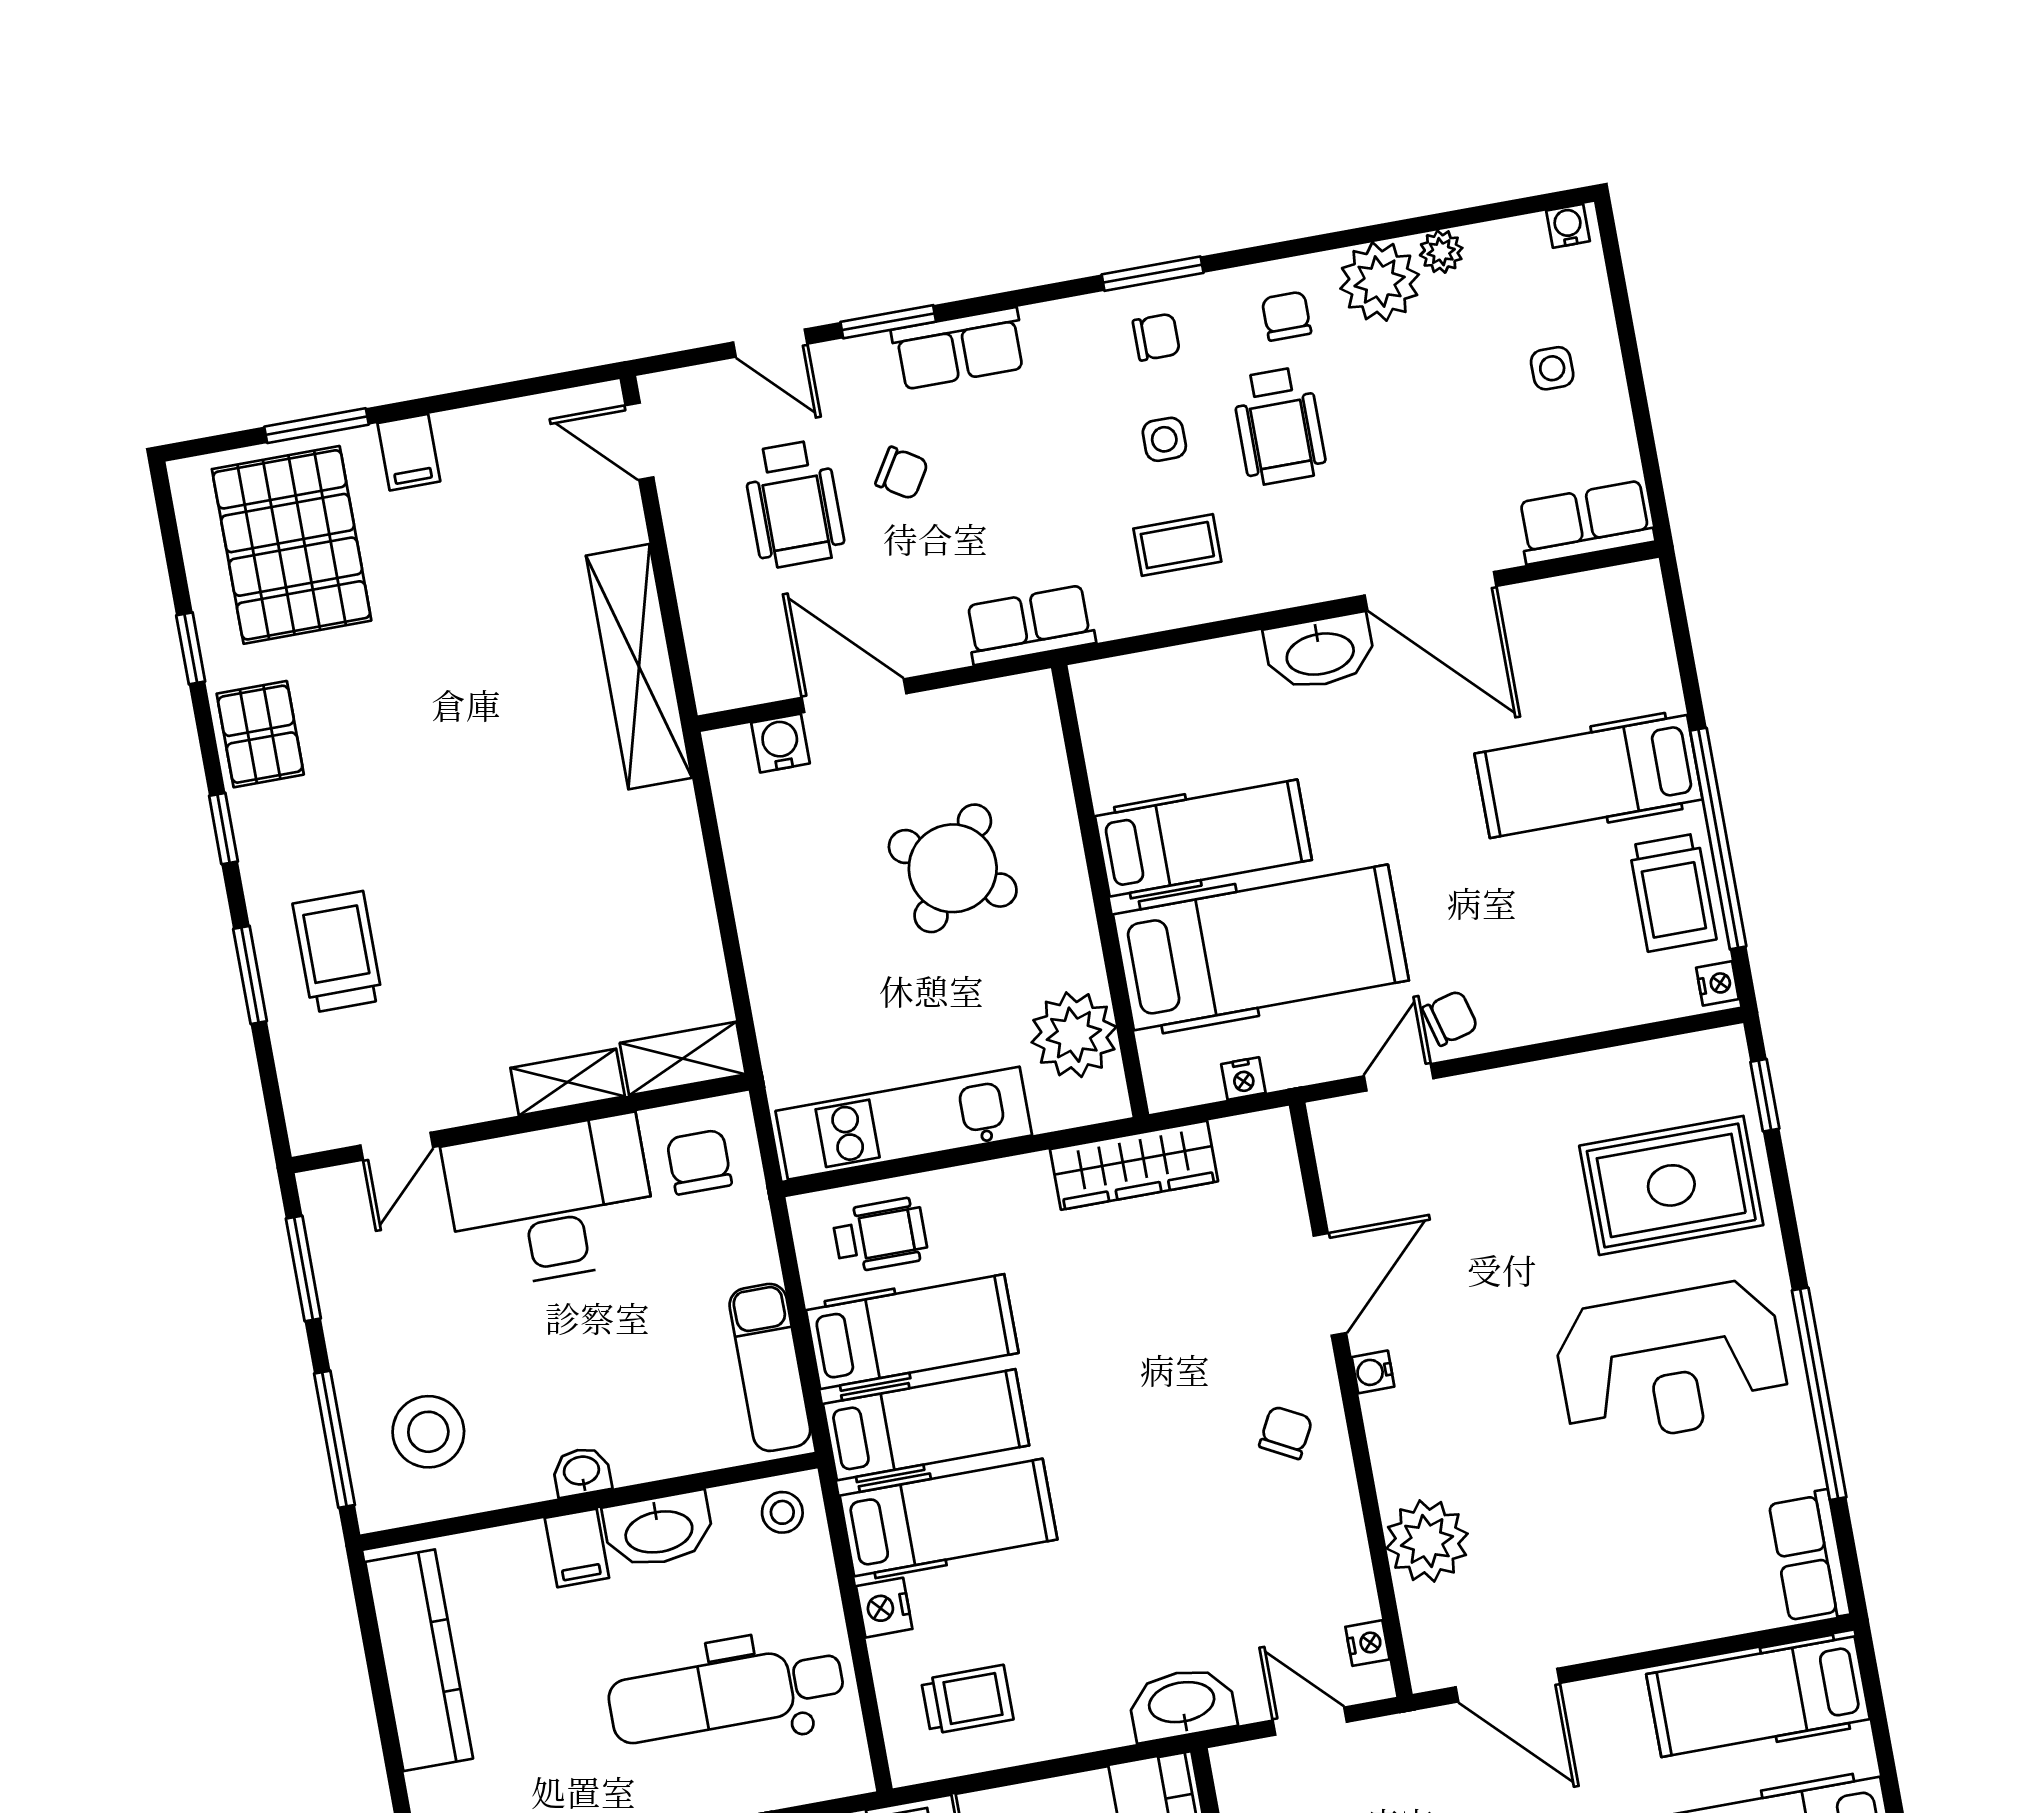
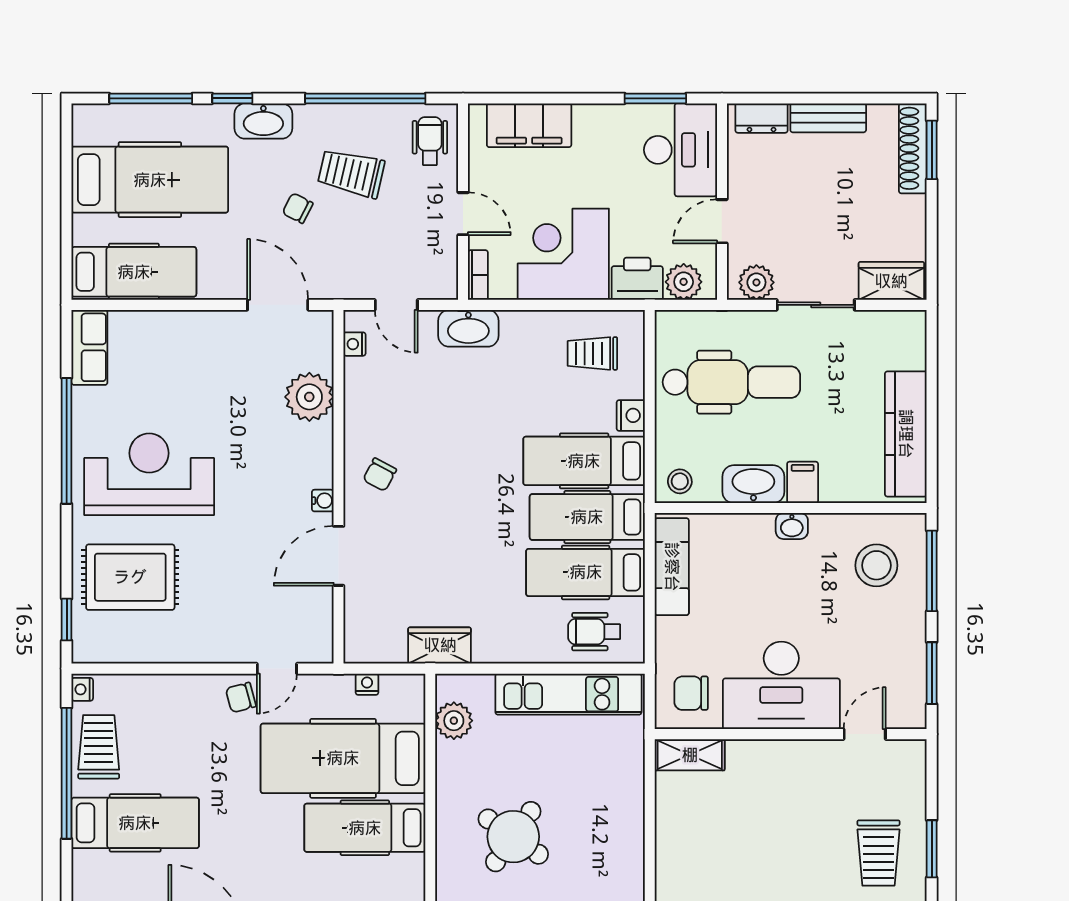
plant: (1074, 1035) -> (454, 721), width x0.73, depth x0.73
shelving: (568, 1082) -> (759, 753), removed
chair: (699, 1162) -> (691, 693), turned 90
wardrobe: (1134, 1165) -> (440, 645), width x0.67

